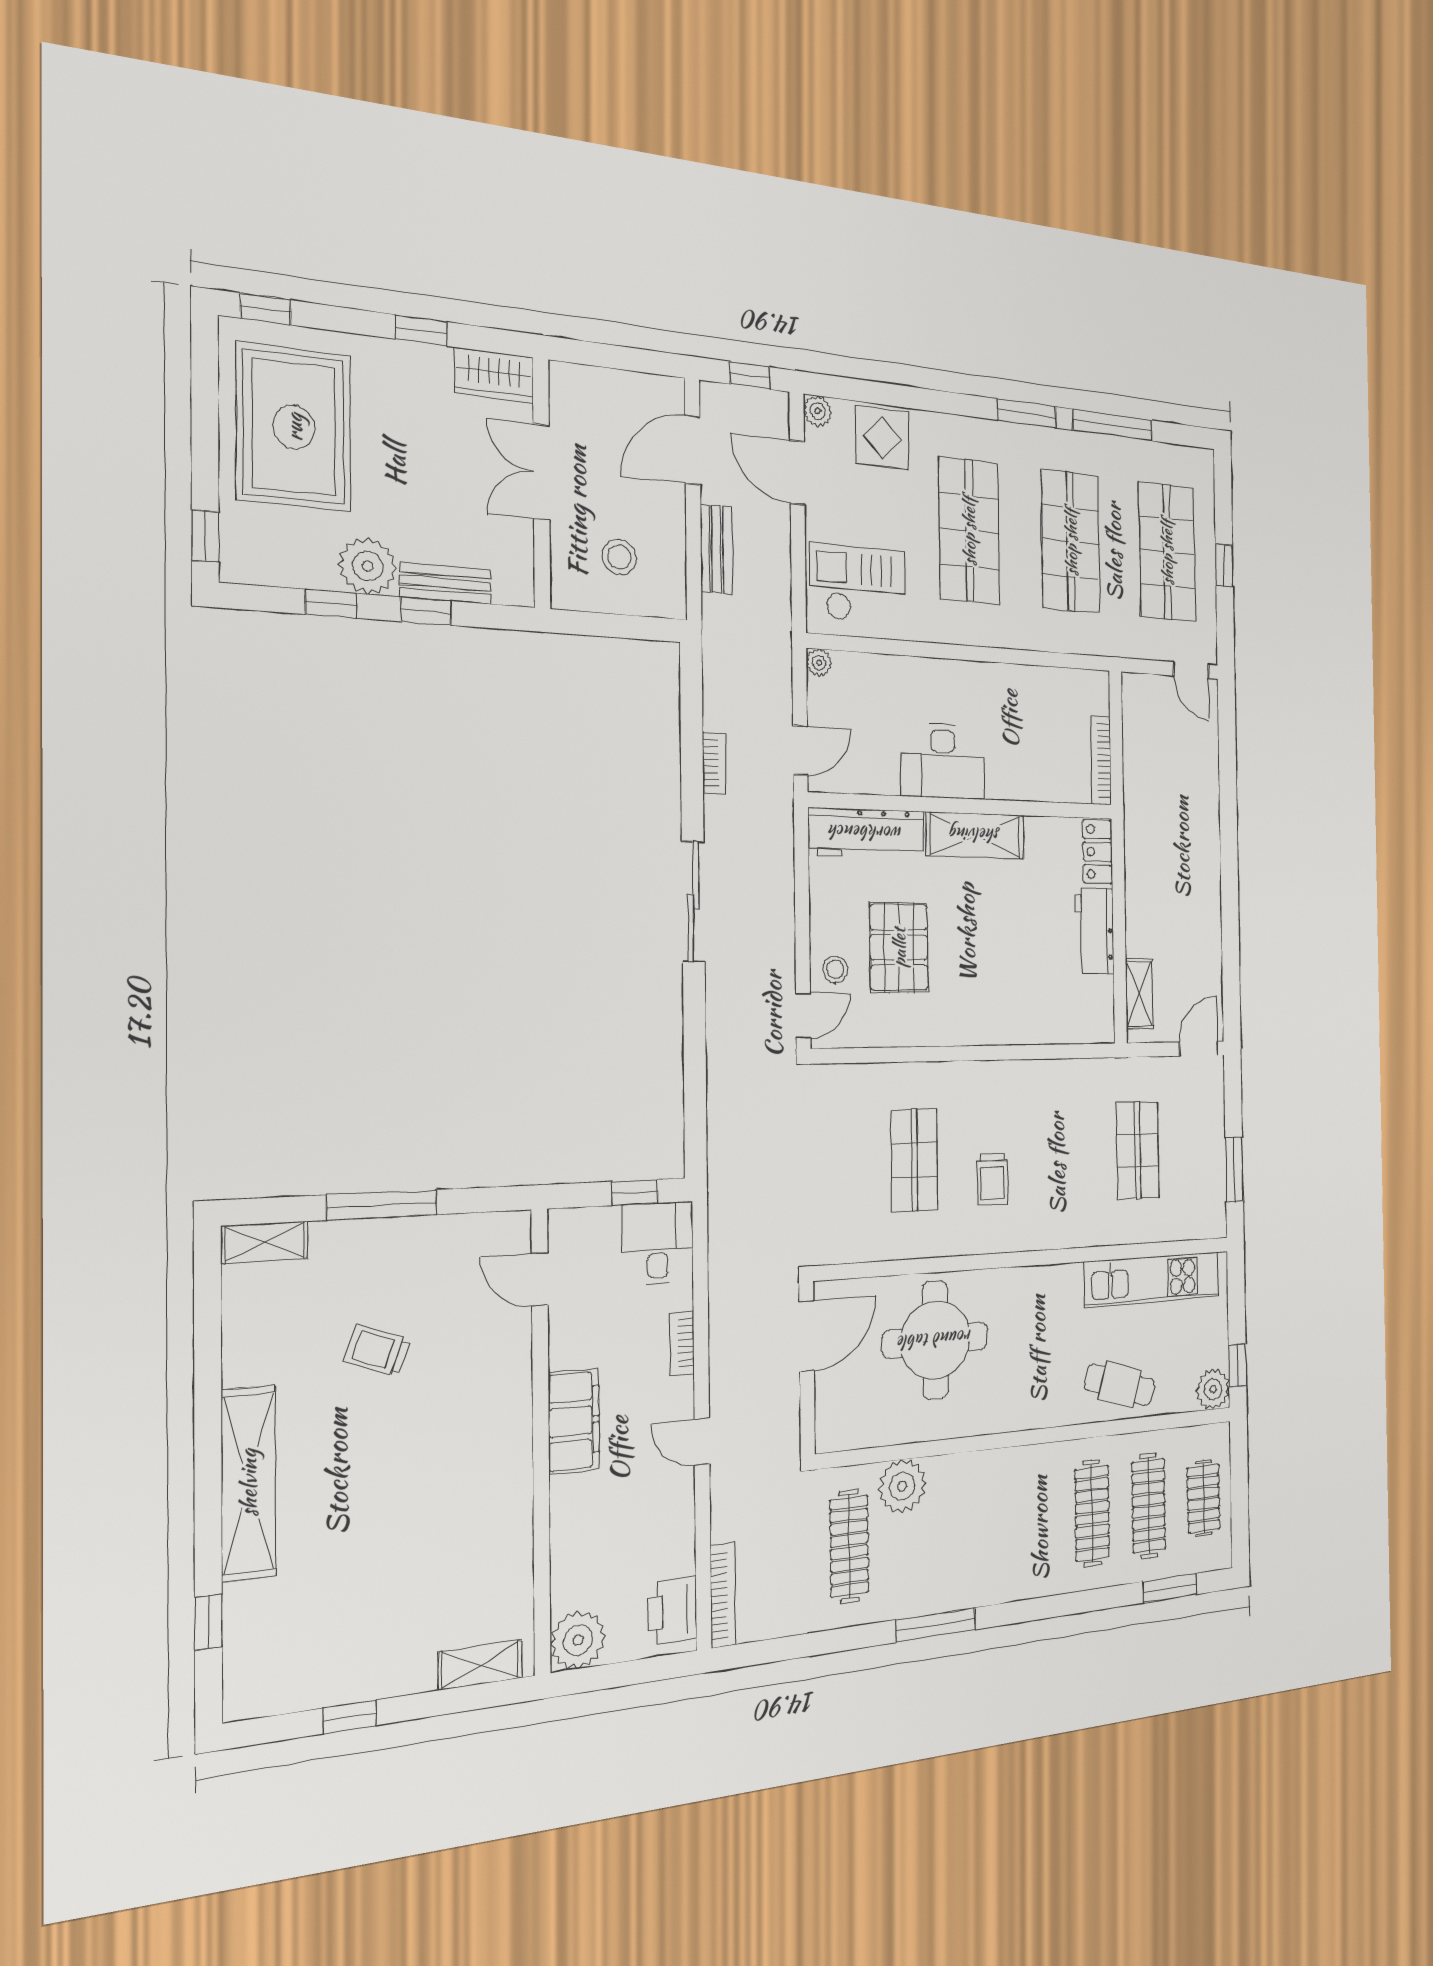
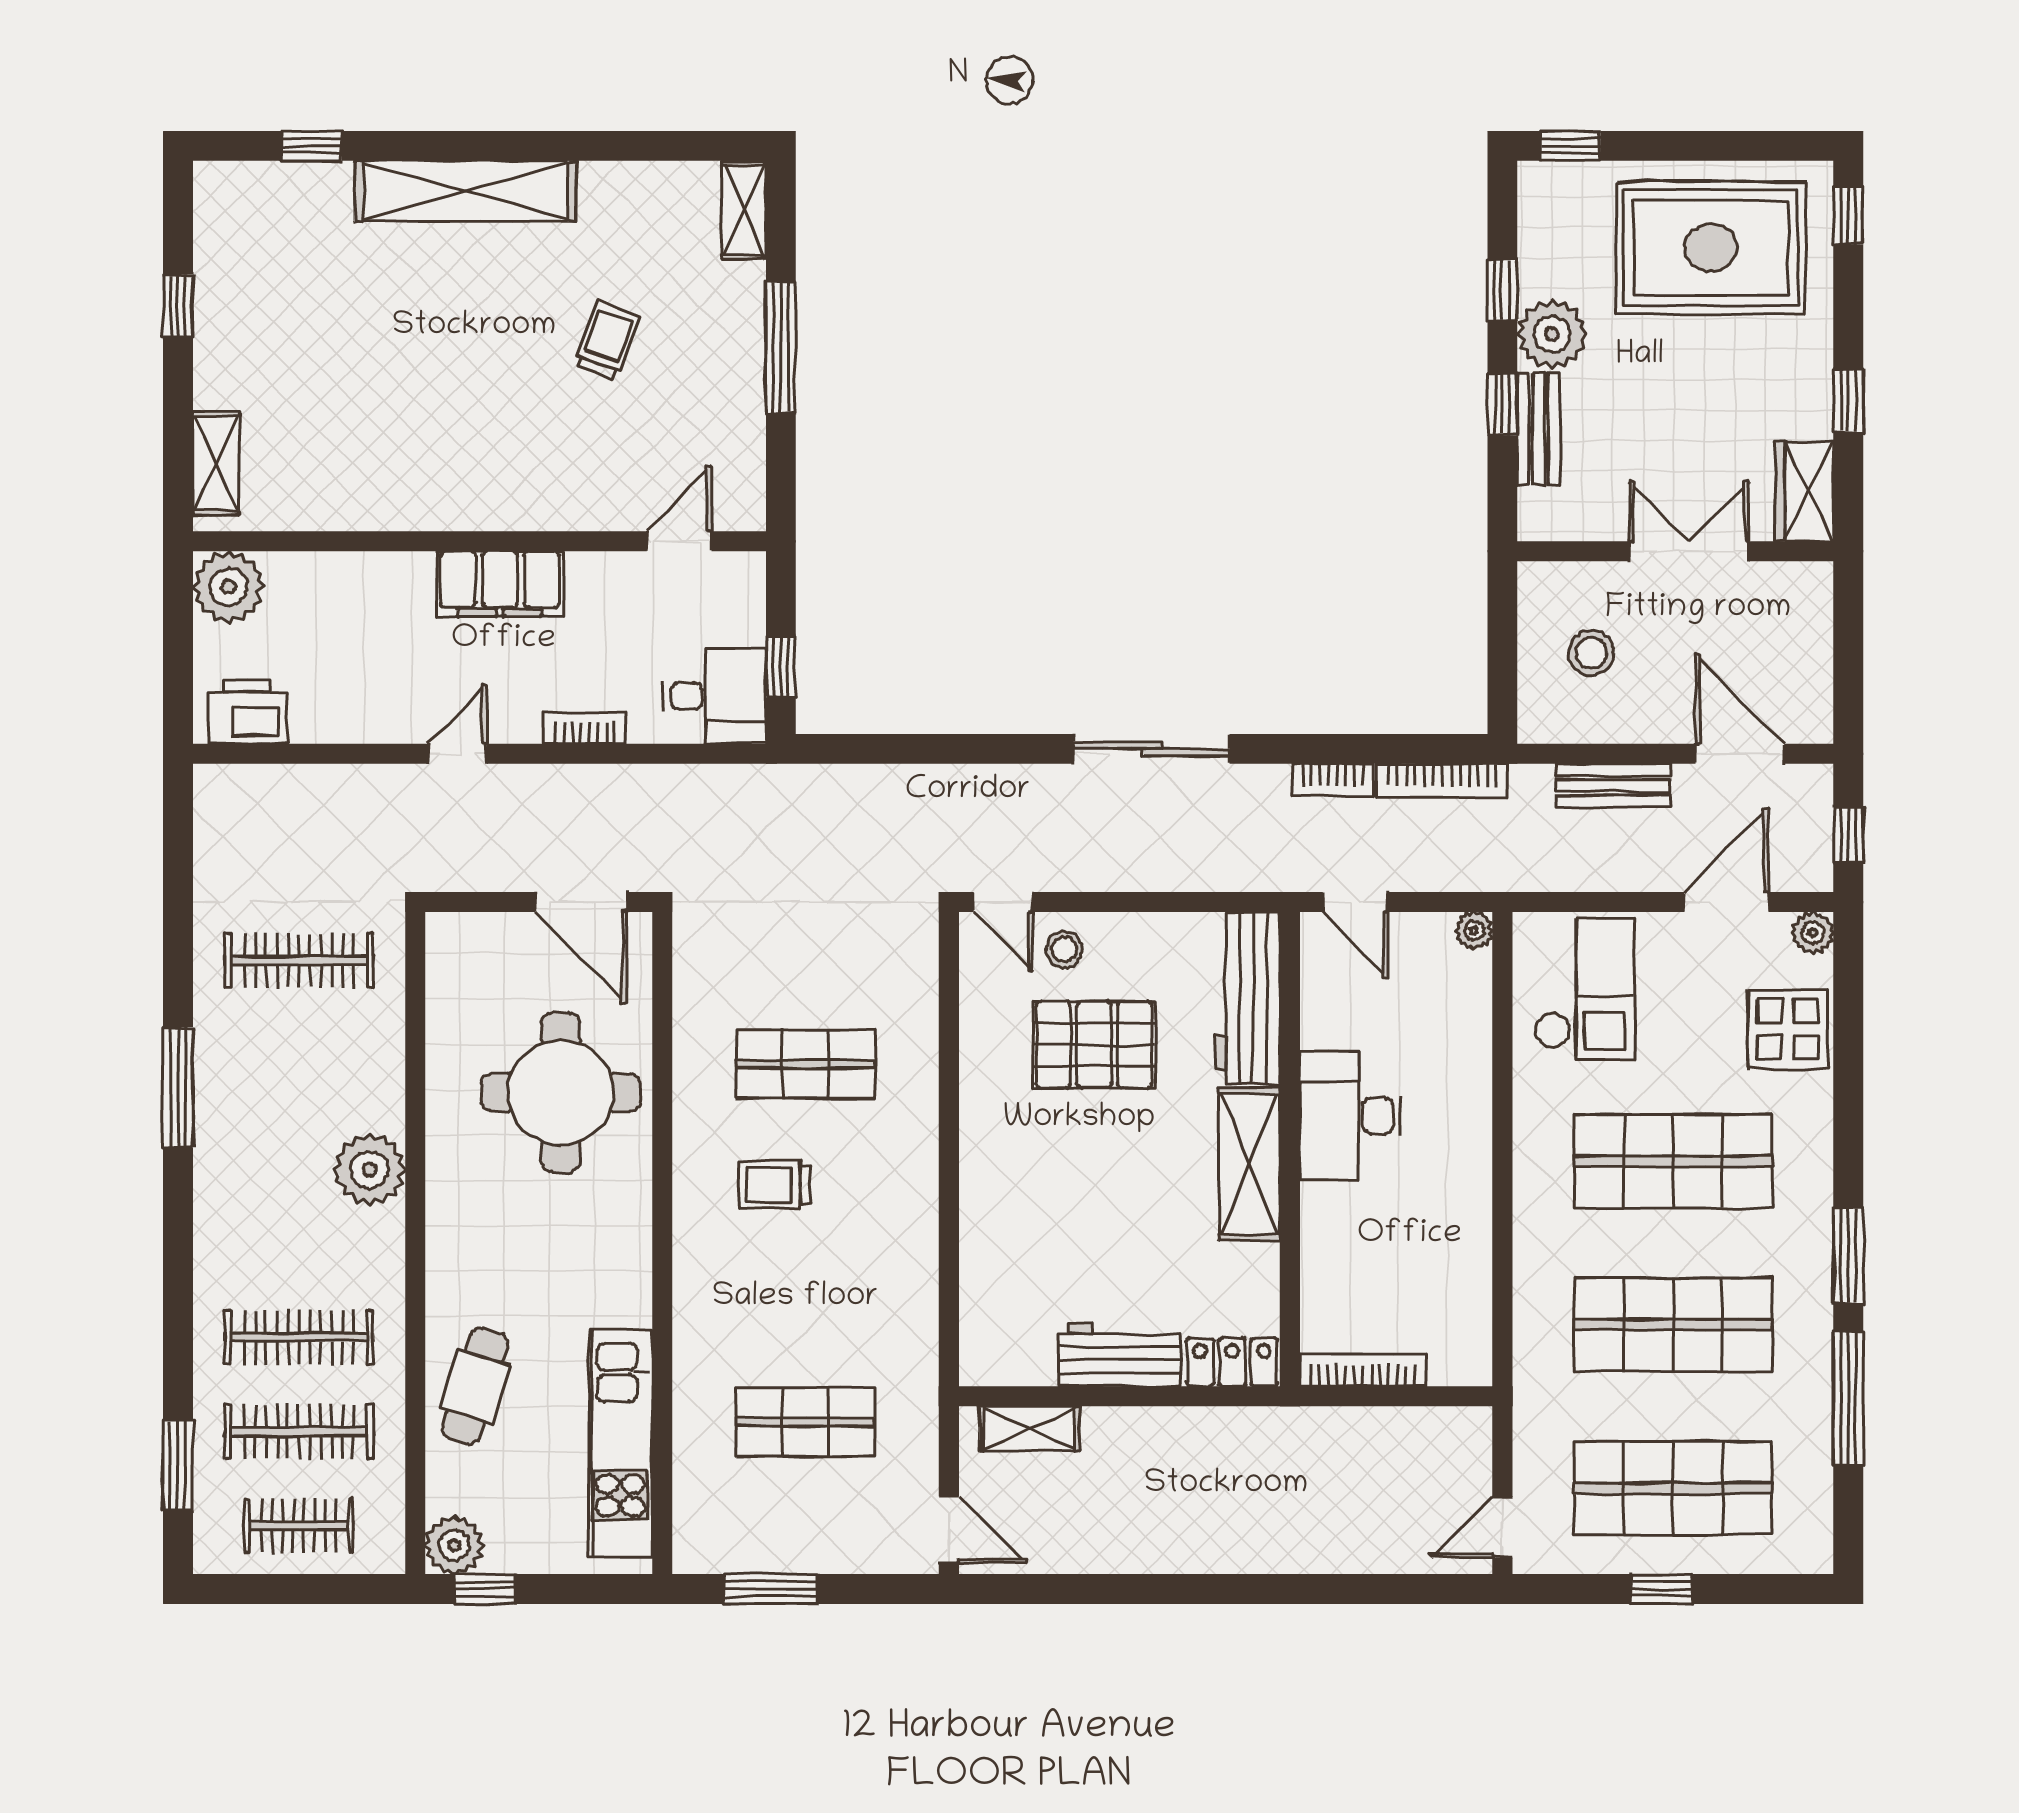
plant: (902, 1486) -> (369, 1169), moved
bookcase: (723, 1595) -> (1442, 780), moved

